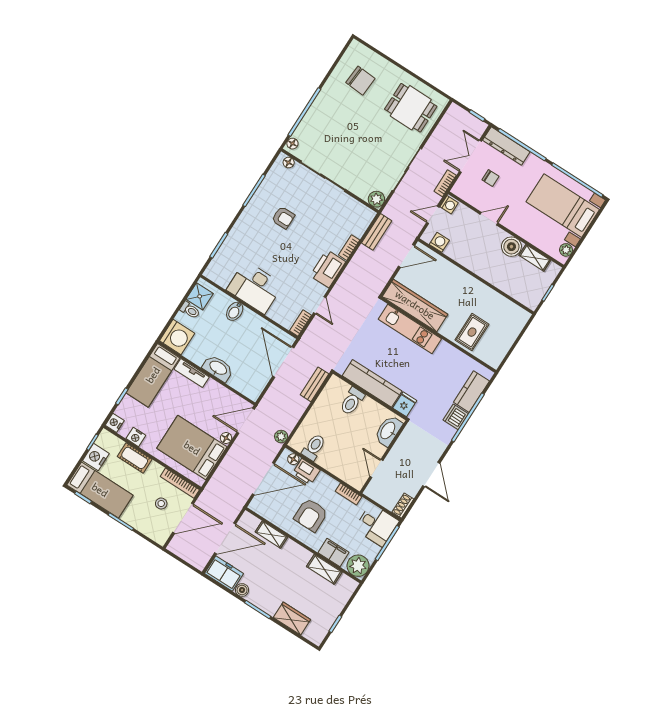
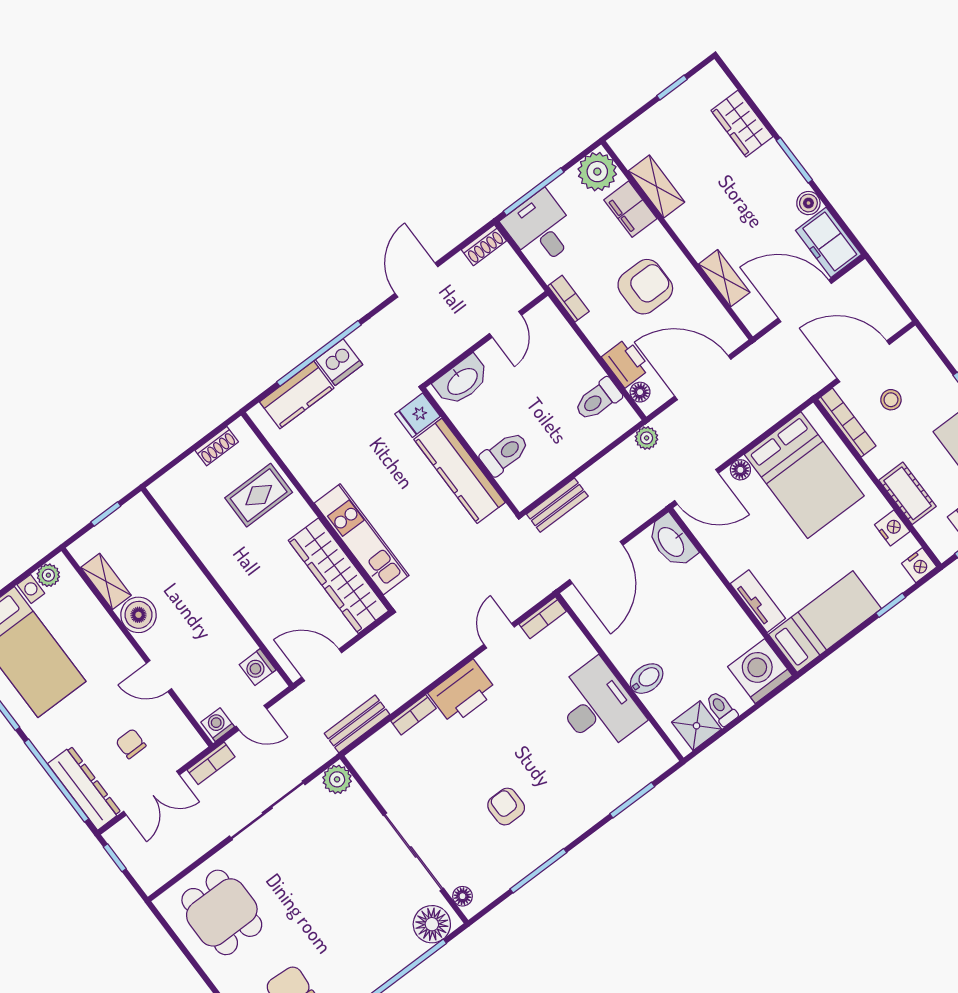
floor lamp: (292, 144) -> (432, 924), width x1.89, depth x1.89
shoe rack: (503, 350) -> (217, 446), added
washbasin: (218, 368) -> (672, 541), moved

